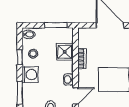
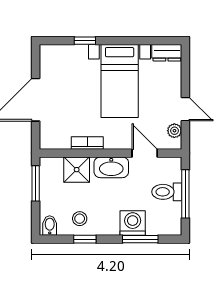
washing machine: (30, 75) -> (133, 223), moved
washbasin: (68, 80) -> (111, 167), width x1.91, depth x1.45

